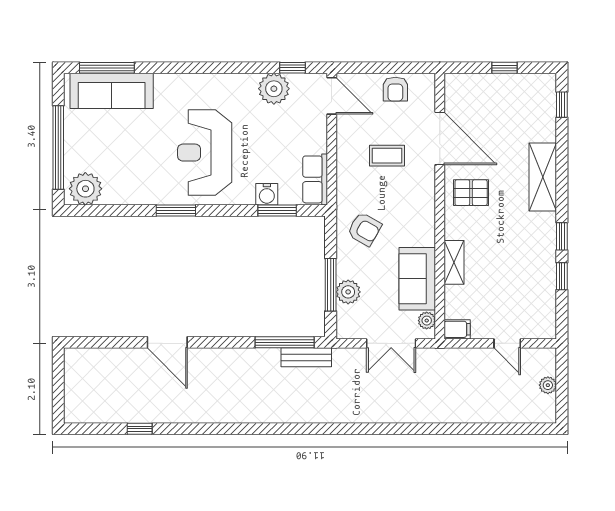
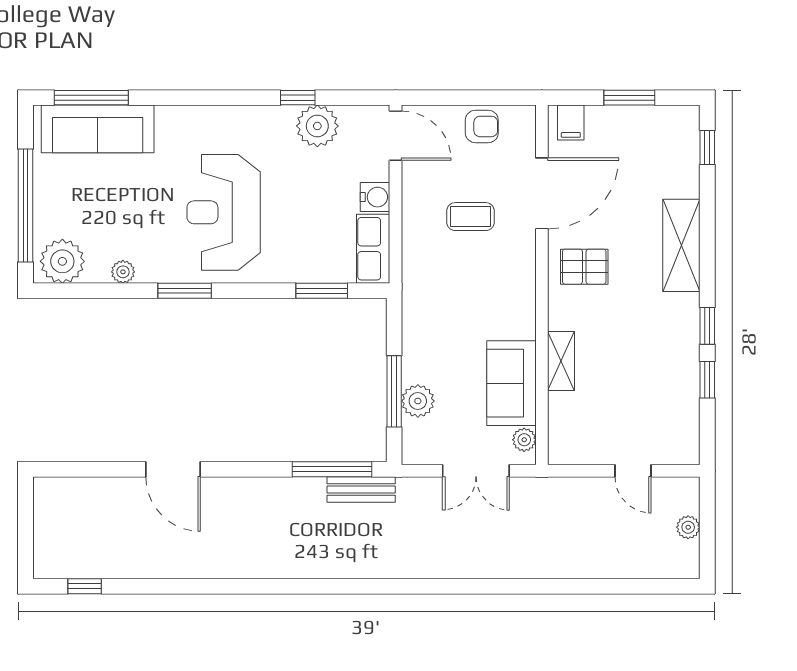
window: (293, 68) -> (298, 98), moved
window: (504, 68) -> (629, 98), width x1.50
armchair: (395, 89) -> (482, 126), turned -90
door: (440, 138) -> (542, 193), hinge flipped
water cooler: (267, 194) -> (375, 197), moved, turned -90
plant: (130, 196) -> (123, 272), added
armchair: (364, 229) -> (440, 316), removed
filing cabinet: (457, 329) -> (571, 123), moved, turned 90
window: (140, 429) -> (85, 586), moved

